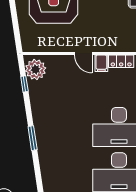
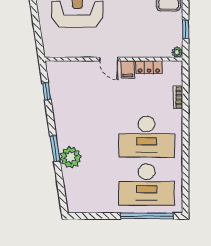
plant: (36, 69) -> (70, 157), moved

